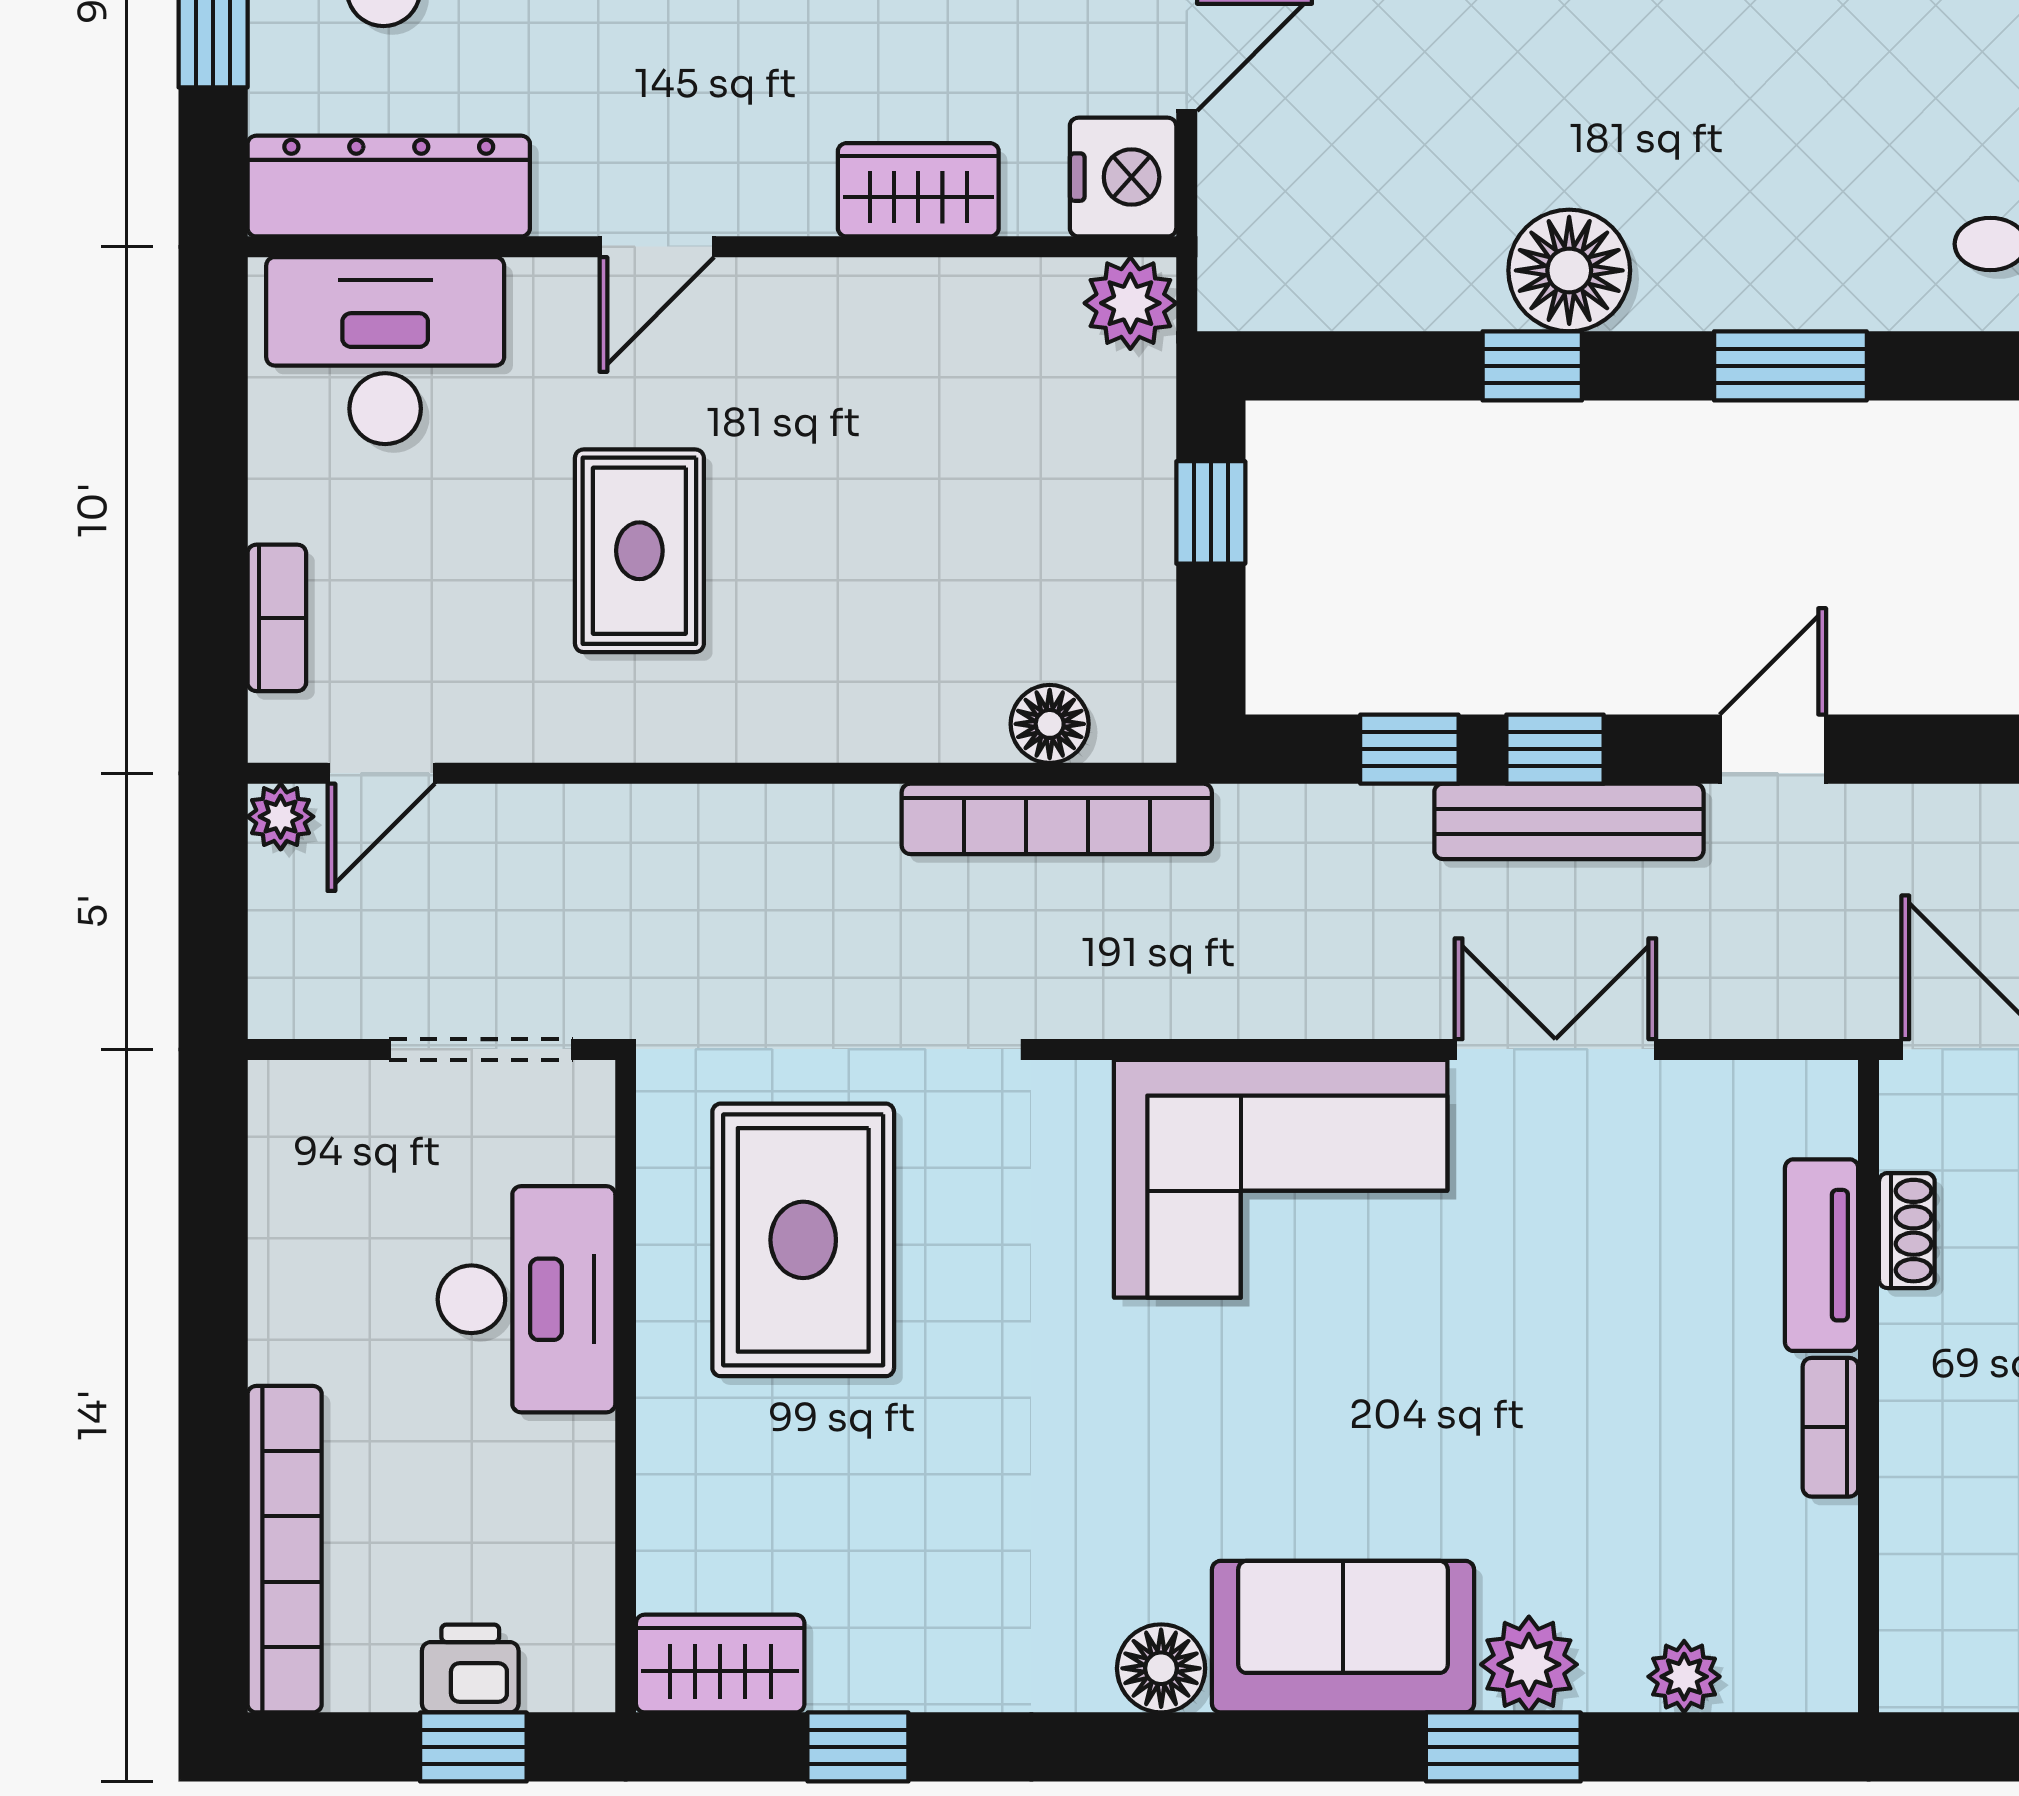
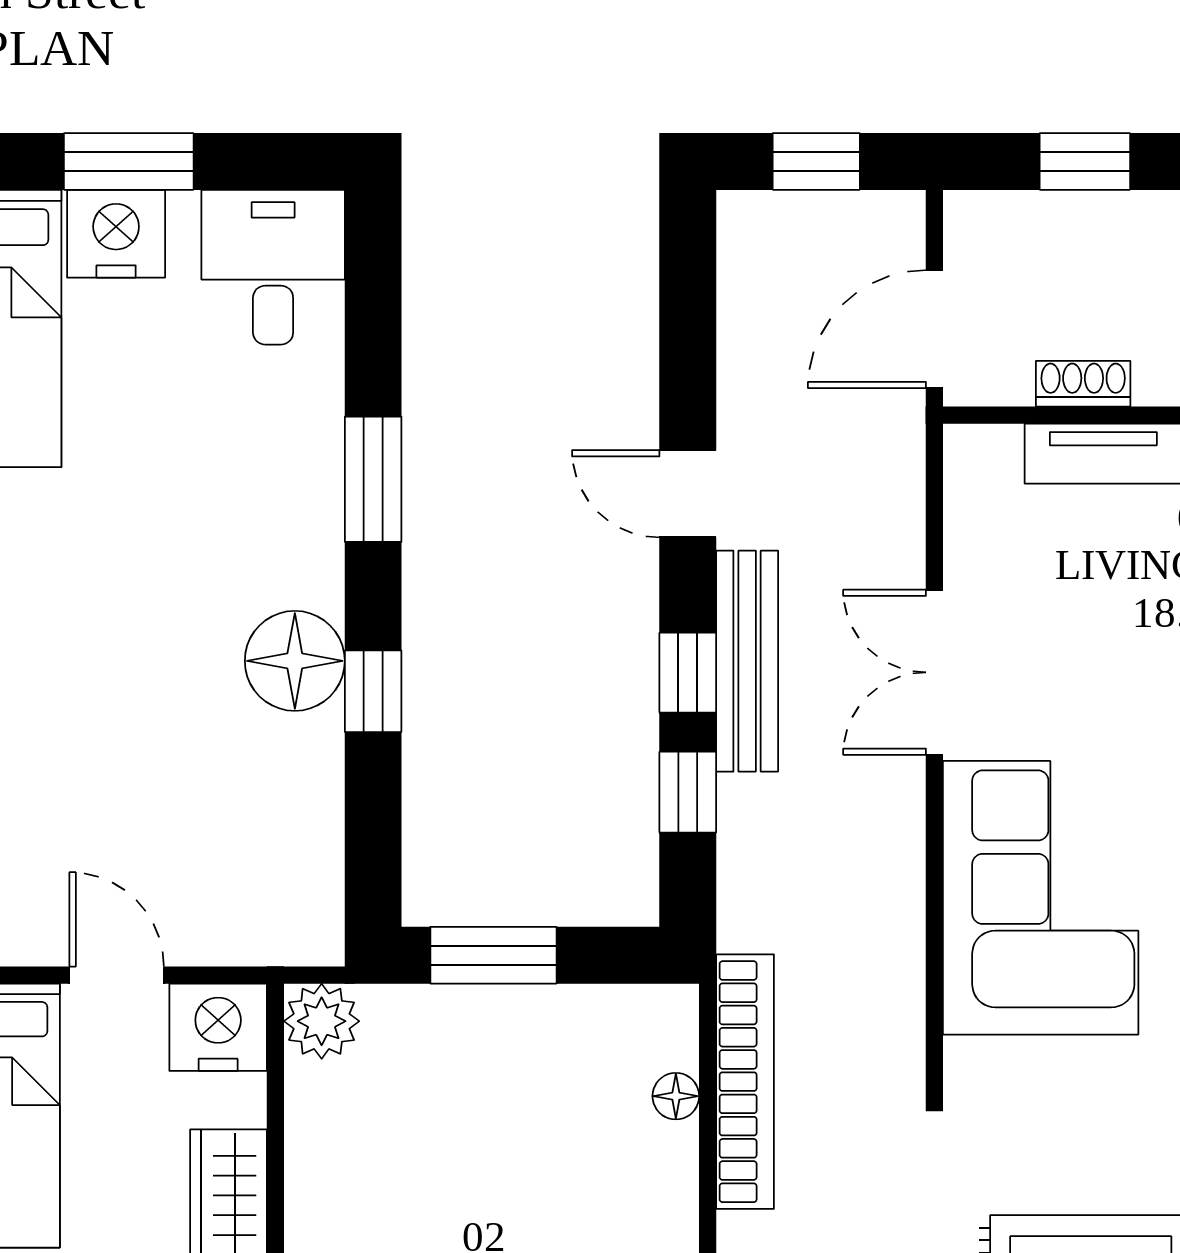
window: (1211, 512) -> (493, 955), width x1.50
floor lamp: (1050, 724) -> (676, 1096), width x0.73, depth x0.73

